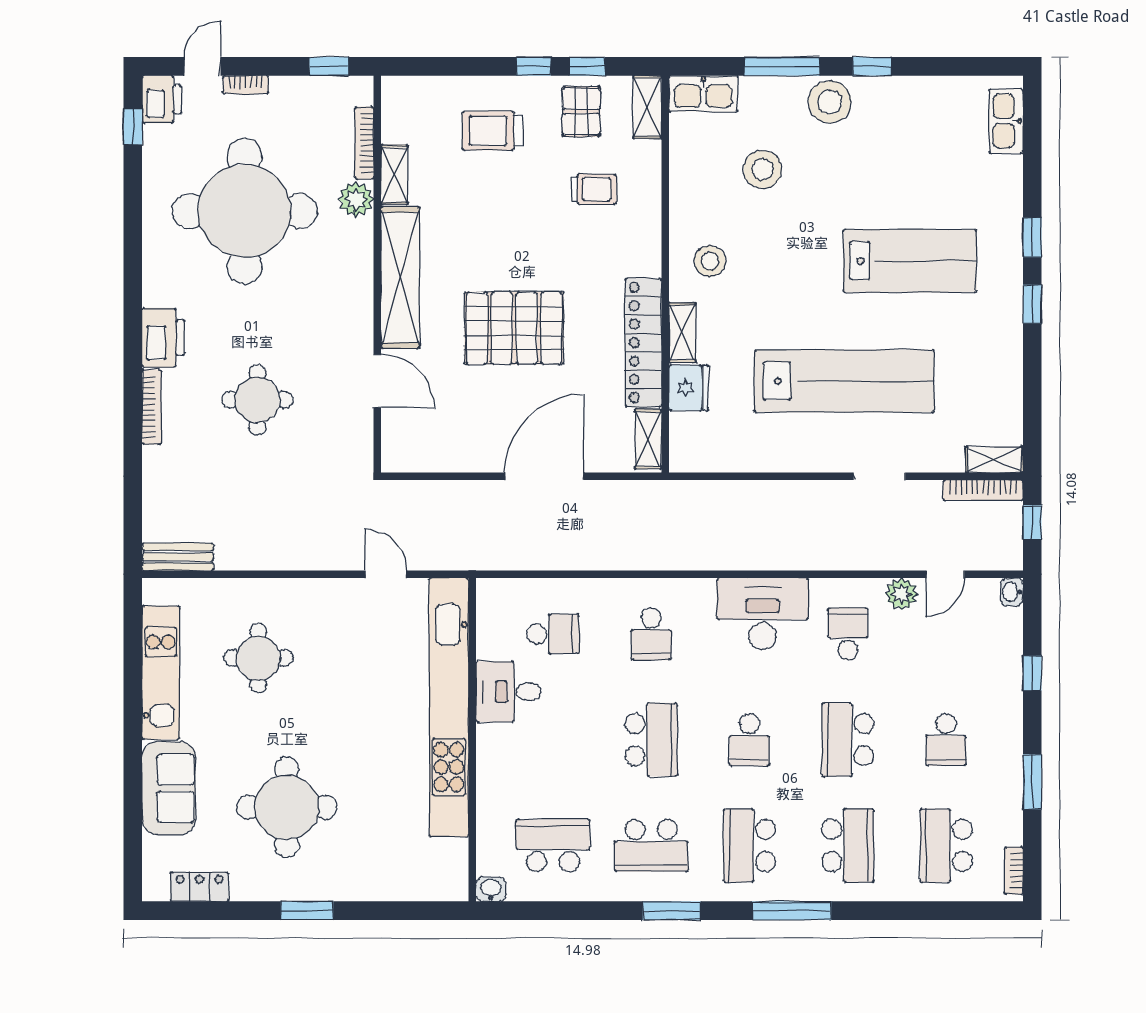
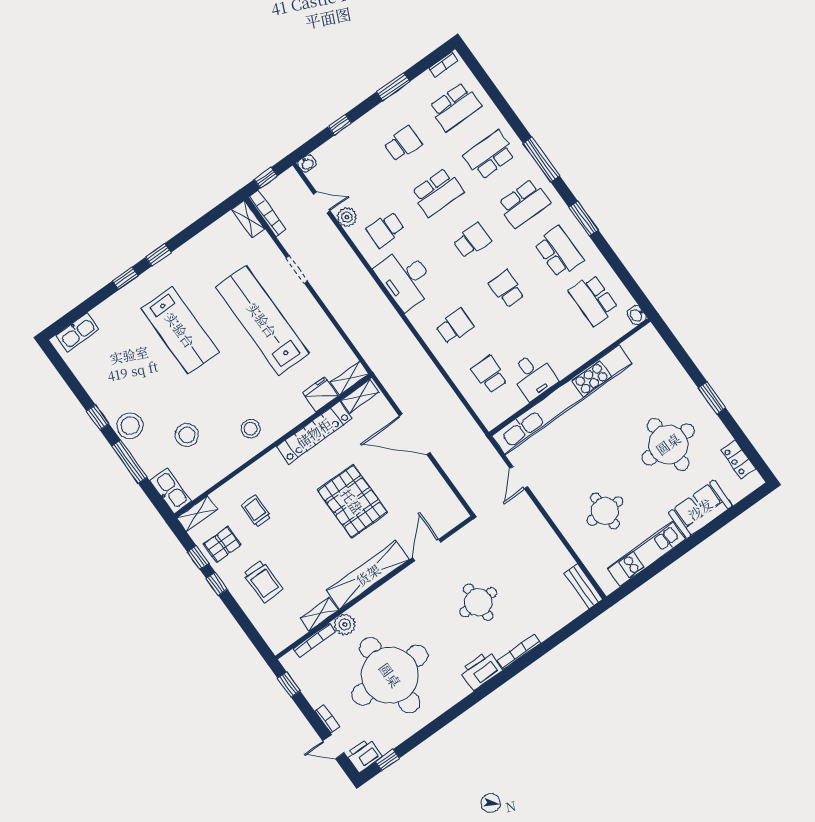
lab bench: (910, 261) -> (180, 330), turned 180
shelving: (682, 333) -> (350, 378), moved
school desk: (651, 740) -> (507, 289), width x0.54

